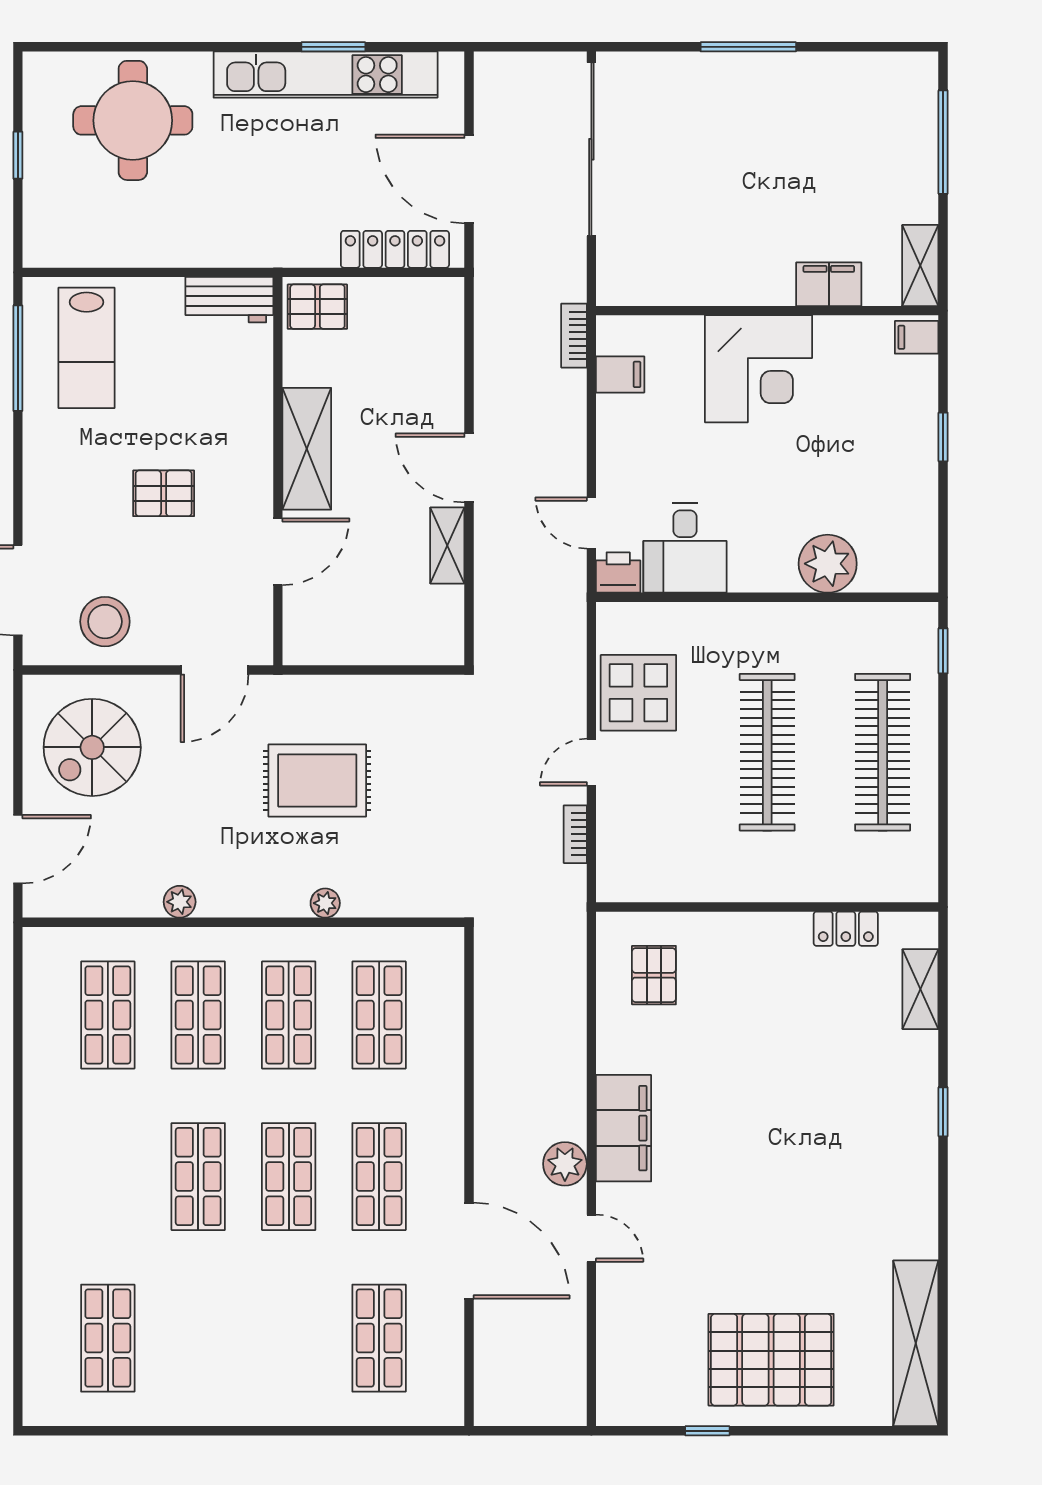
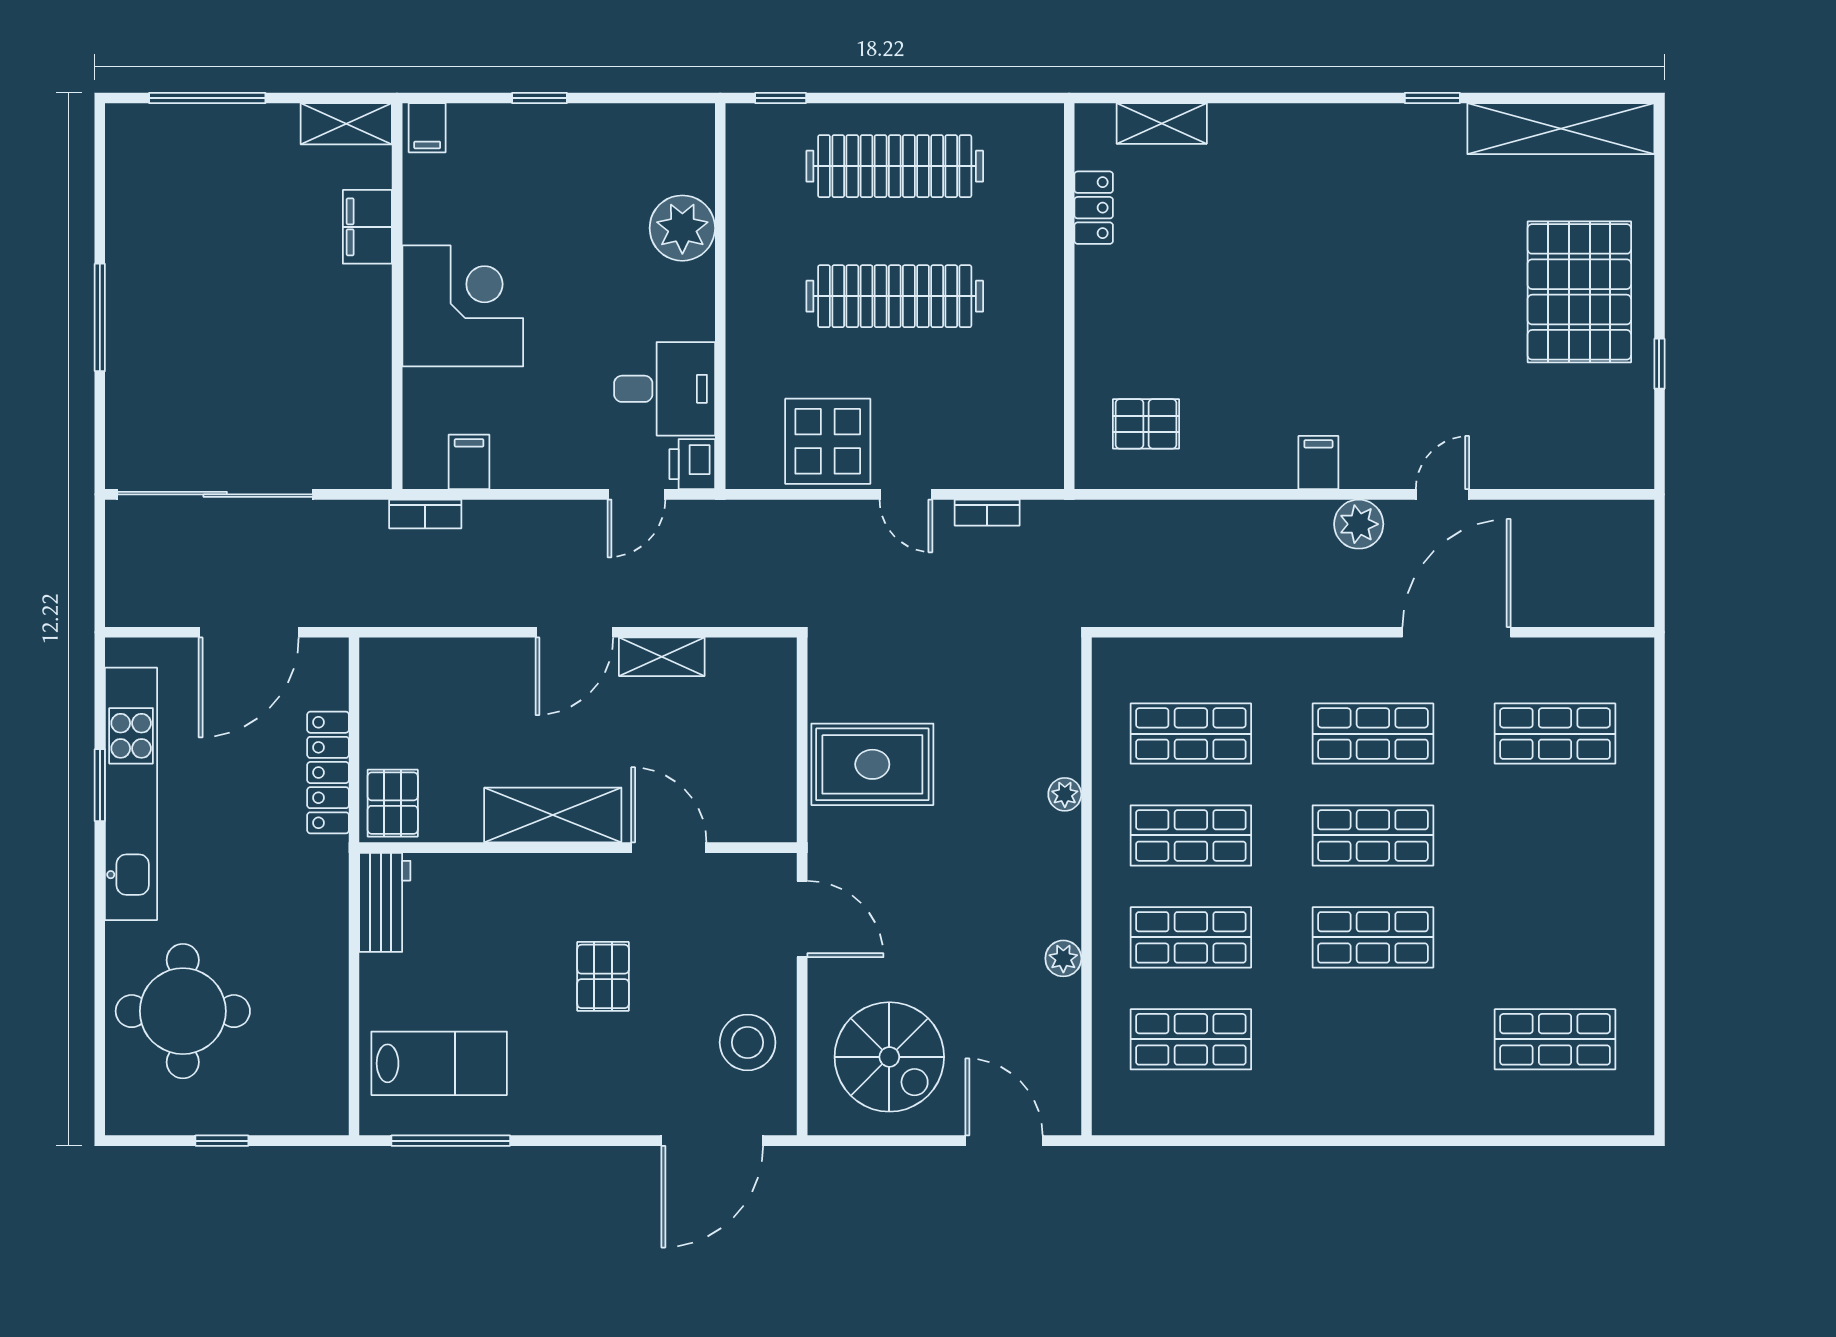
locker: (395, 249) -> (328, 773), moved
rug: (317, 780) -> (872, 764), moved, turned 90
window: (943, 1112) -> (1432, 98), moved
filing cabinet: (624, 1128) -> (1318, 463), width x0.33, depth x0.86

